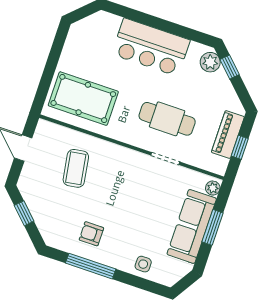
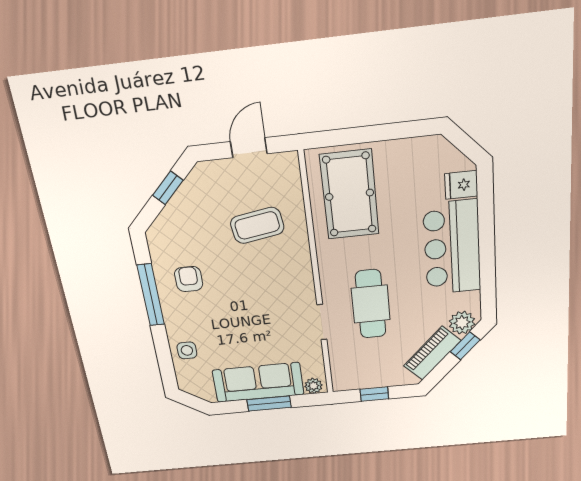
fridge: (110, 24) -> (461, 185), added
piano: (228, 134) -> (432, 353), moved, turned -45

